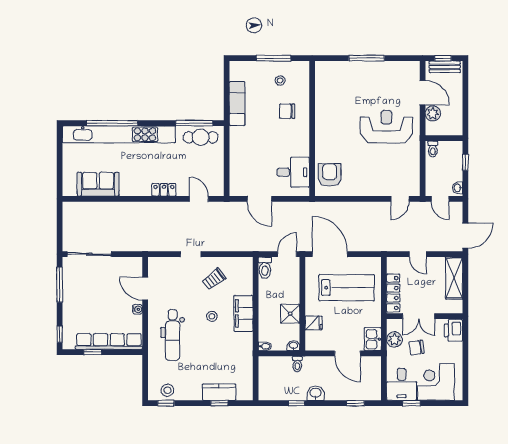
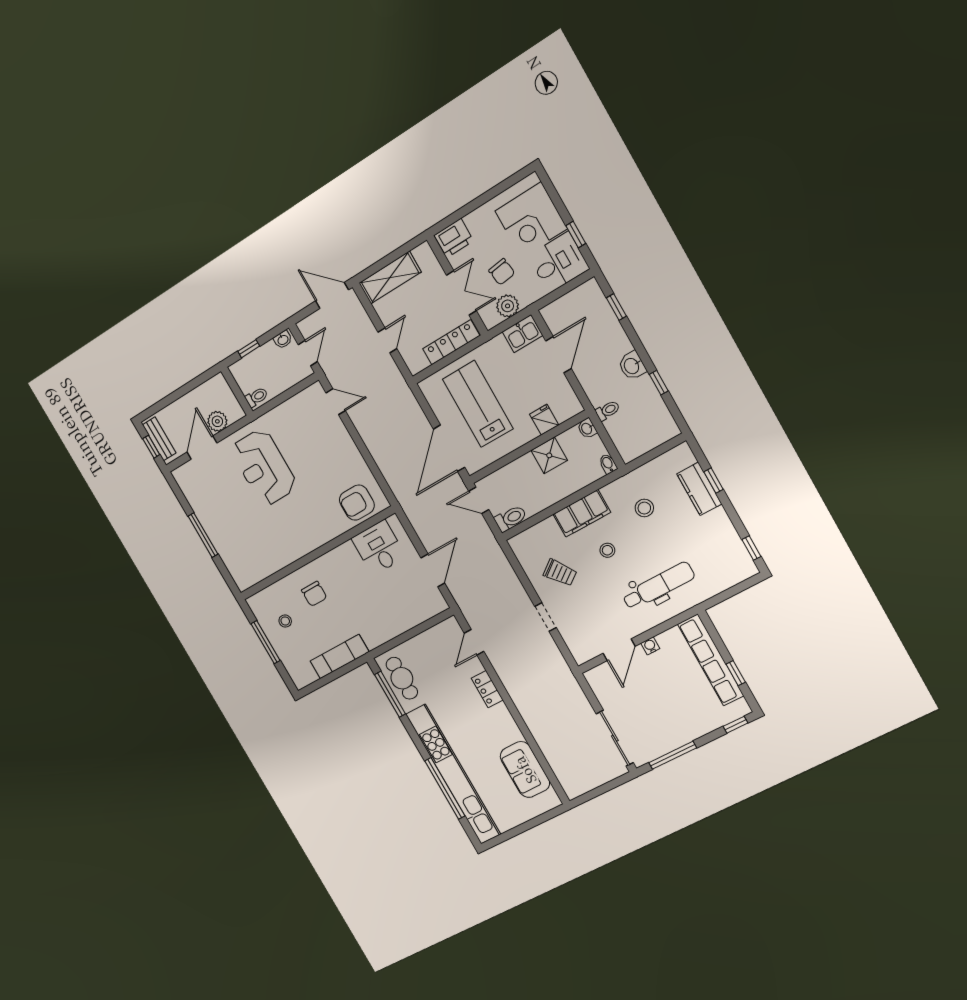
stool: (167, 390) -> (644, 508), moved

